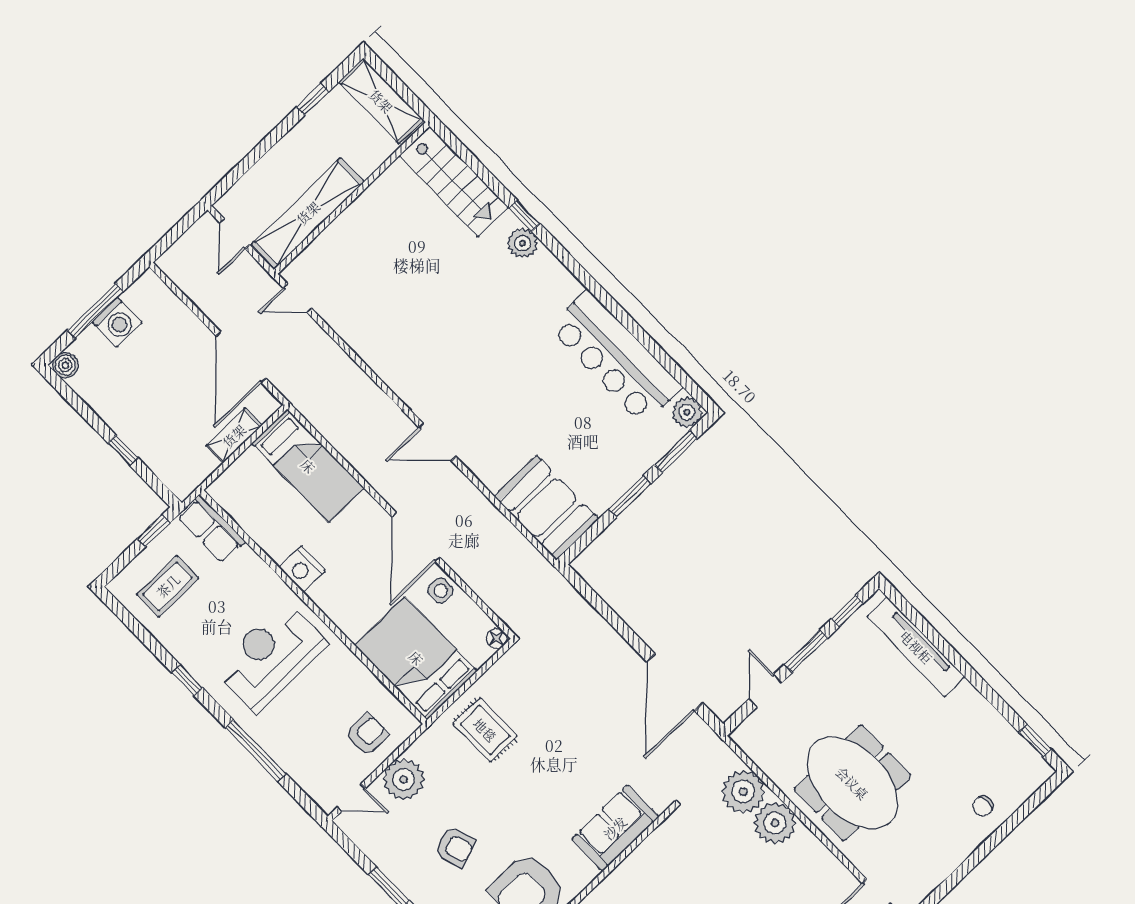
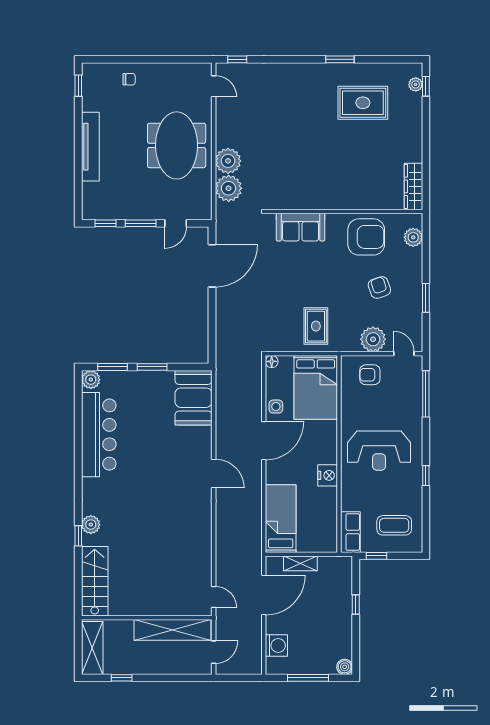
washing machine: (117, 322) -> (276, 645), moved, turned 90
tv unit: (916, 647) -> (90, 147), moved
window: (256, 751) -> (426, 394), moved

